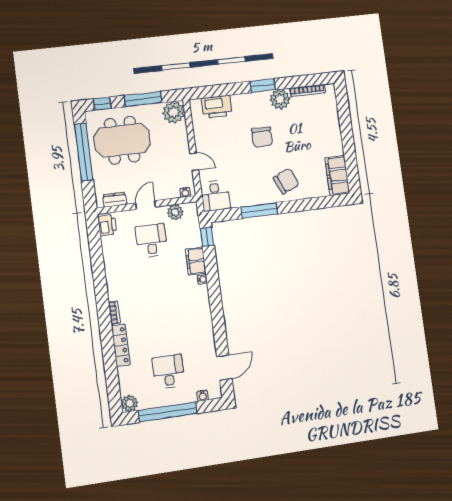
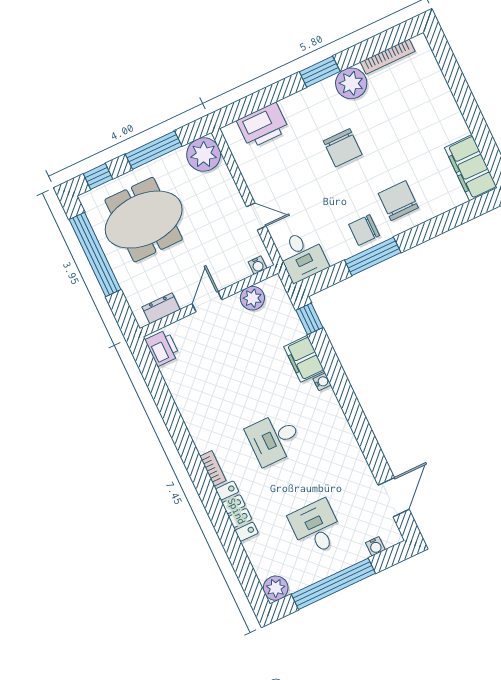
chair: (286, 181) -> (398, 201), turned -67
chair: (259, 192) -> (364, 230), added
desk: (152, 241) -> (274, 439), moved, turned -90

